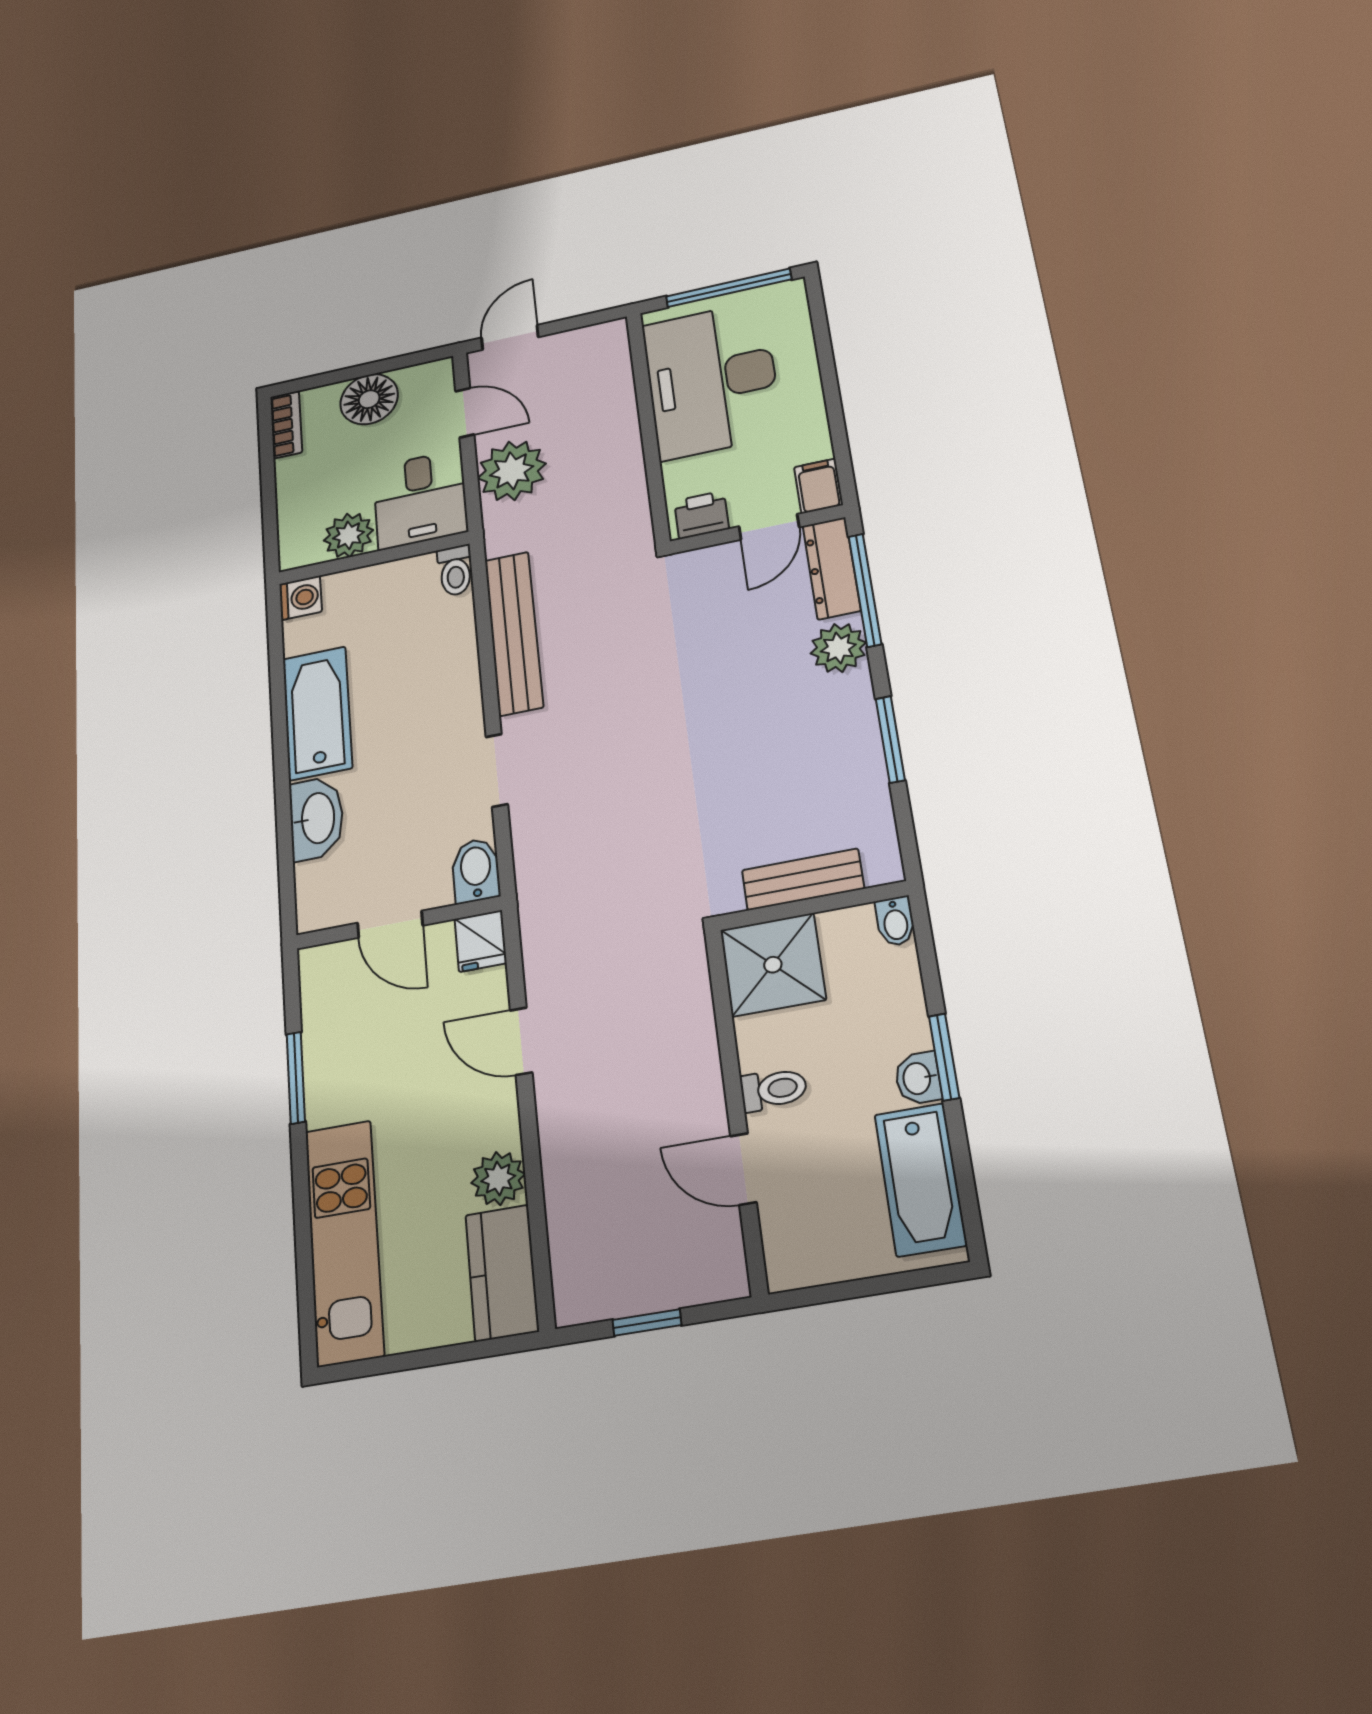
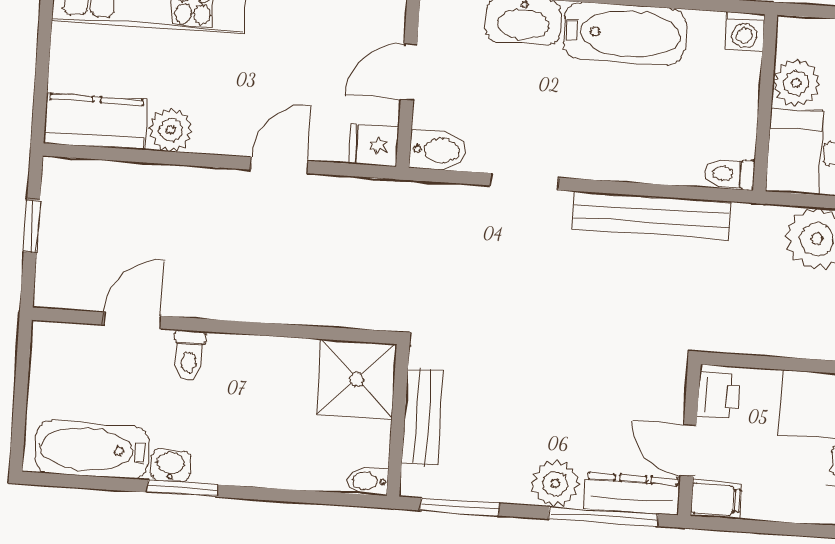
bench: (803, 879) -> (423, 417), moved
wall: (813, 906) -> (398, 420), moved
bidet: (895, 921) -> (368, 481), moved
shower: (773, 965) -> (357, 379), moved

